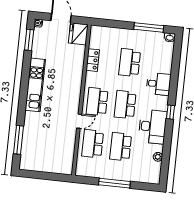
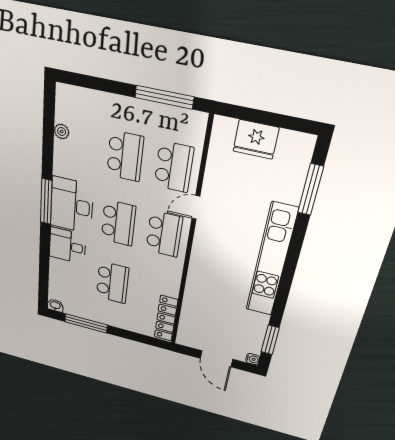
fridge: (78, 34) -> (256, 139), moved, turned 90
locker: (93, 60) -> (166, 318), moved, width x1.53
kitchen unit: (35, 85) -> (271, 261), width x1.36
window: (171, 112) -> (46, 202), width x2.17
desk: (153, 127) -> (72, 206), moved
window: (114, 183) -> (164, 97), moved

